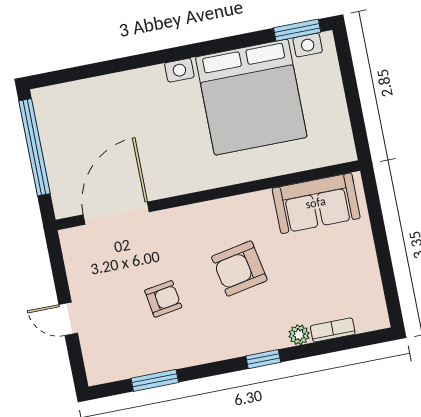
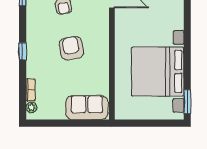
sofa: (316, 203) -> (87, 108), moved, turned 90
plant: (299, 335) -> (31, 107), moved

